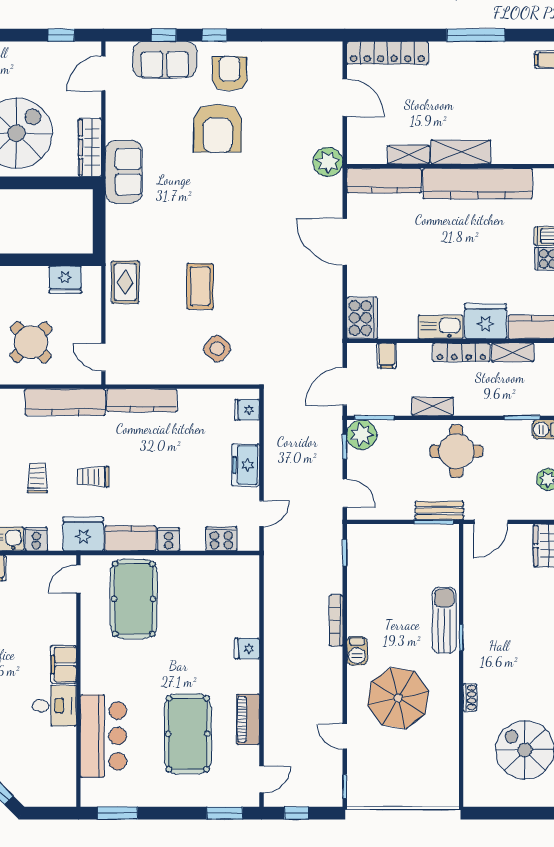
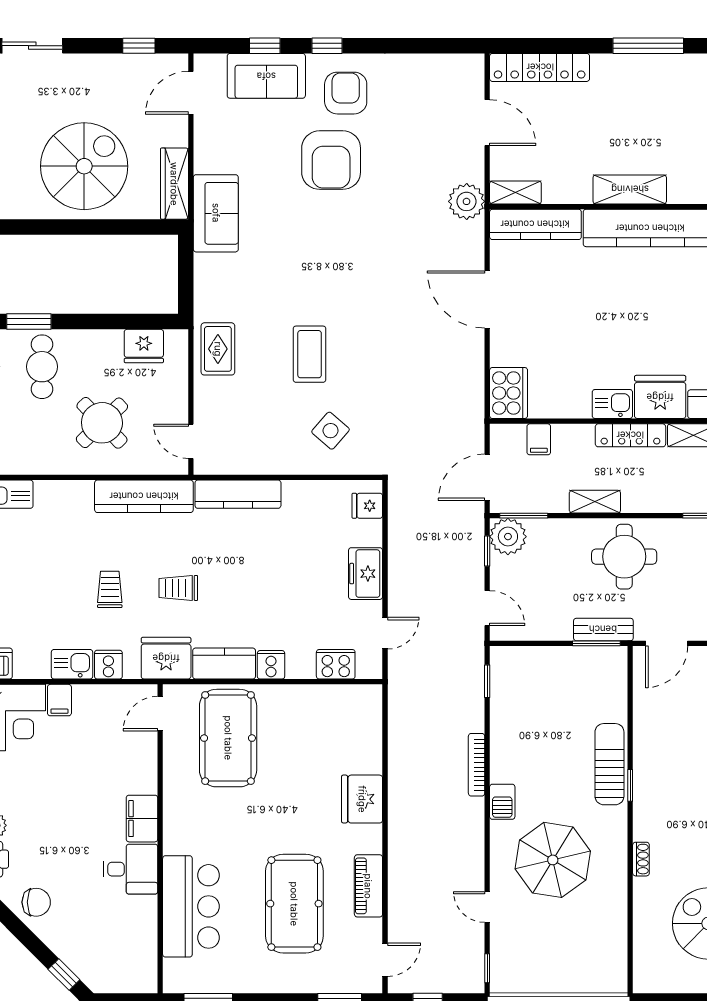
shelving: (408, 155) -> (515, 192), moved
kitchen sink: (441, 327) -> (612, 404), width x0.73
fridge: (247, 649) -> (362, 799), width x1.88, depth x1.34

